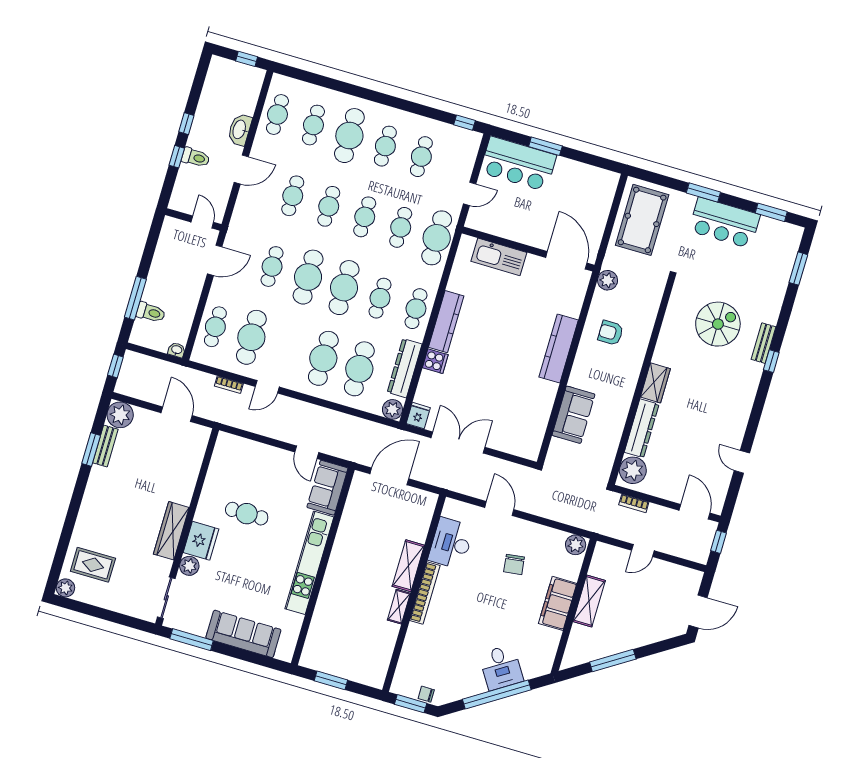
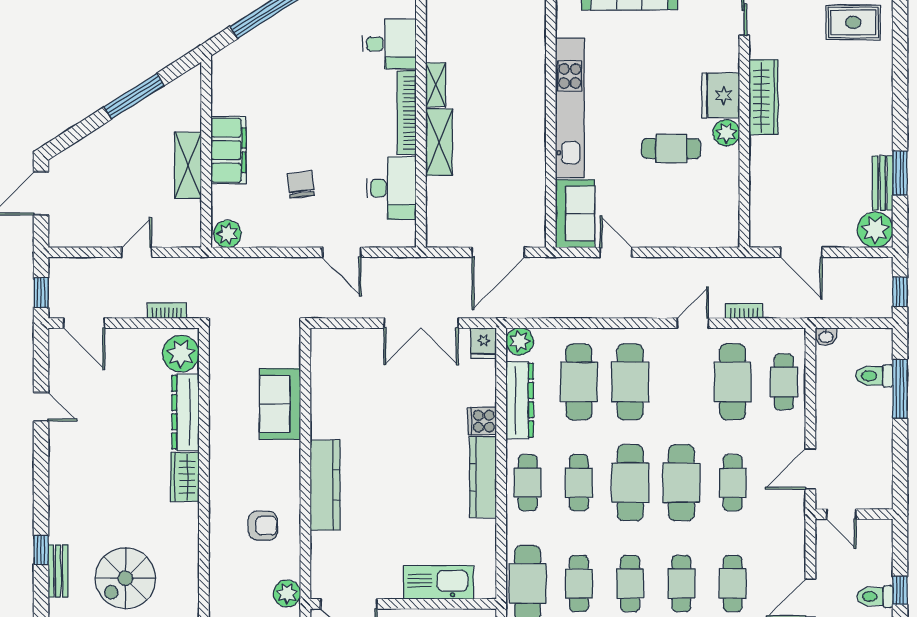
plant: (189, 566) -> (726, 133), moved
desk: (501, 667) -> (389, 44), moved, turned 123

